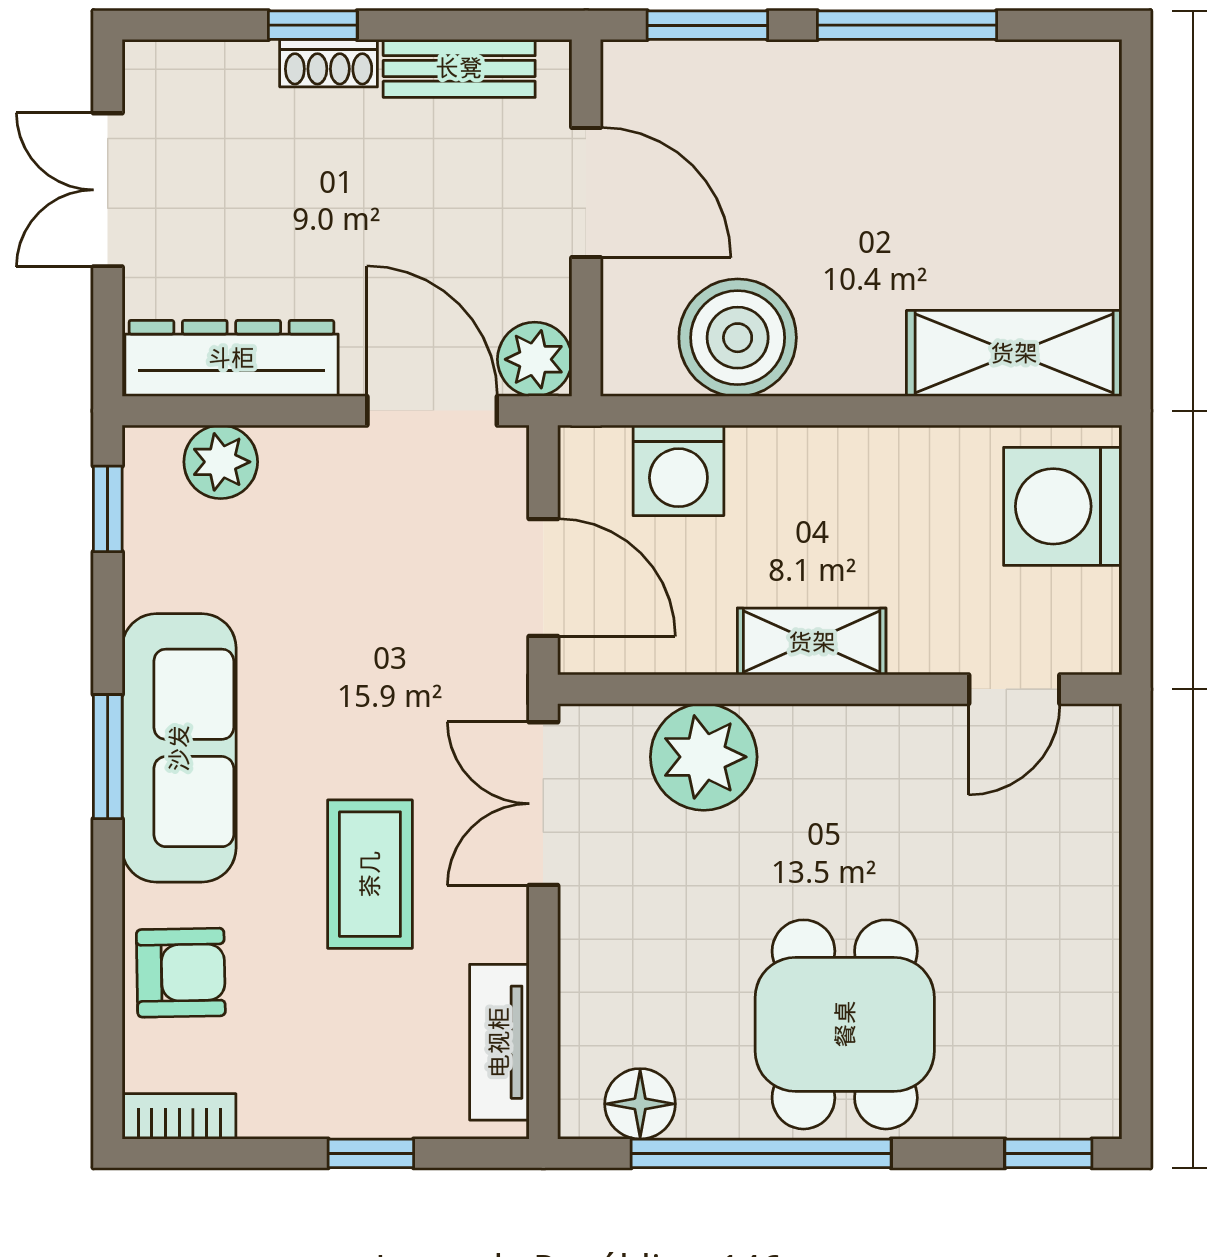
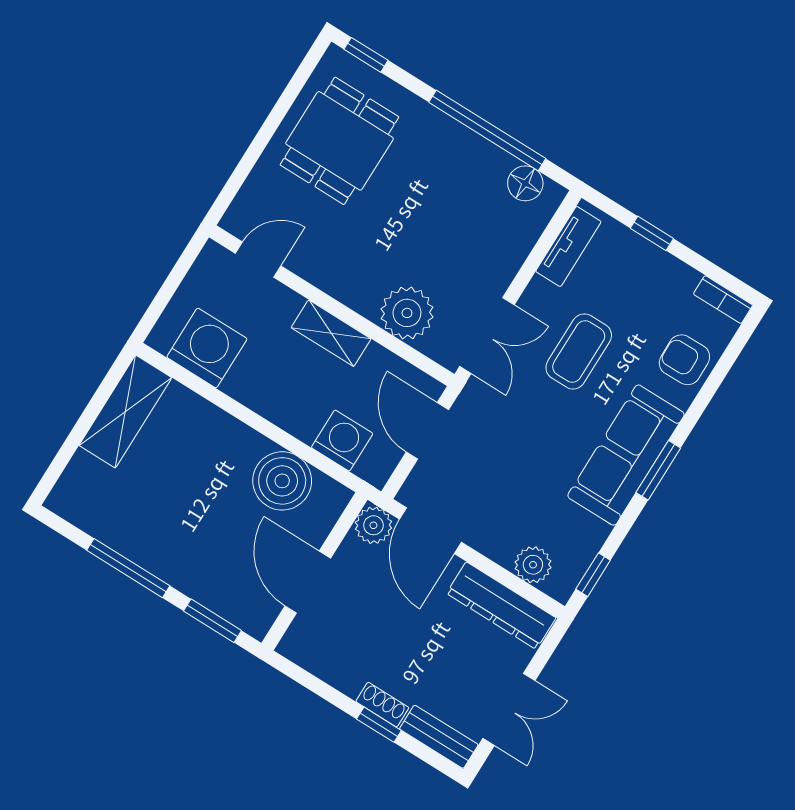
bench: (459, 68) -> (439, 737), moved
shelving: (1014, 353) -> (125, 412), moved, turned 90
washing machine: (1063, 506) -> (207, 348), moved, turned -90
dining table: (845, 1024) -> (340, 141), moved

